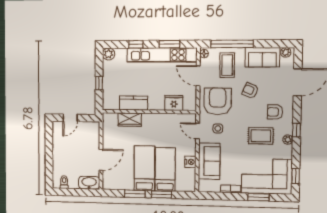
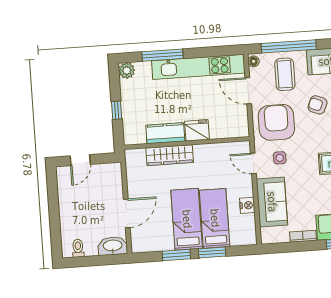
window: (136, 44) -> (162, 55), width x2.17
window: (169, 44) -> (207, 52), removed
fridge: (174, 103) -> (197, 130), moved
wardrobe: (130, 120) -> (170, 155), width x1.50

